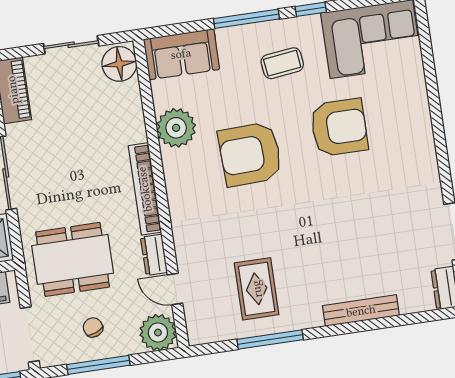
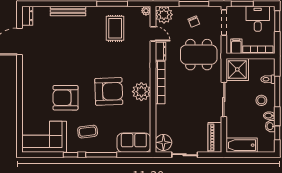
plant: (176, 128) -> (141, 92), moved
plant: (197, 335) -> (146, 11), added

